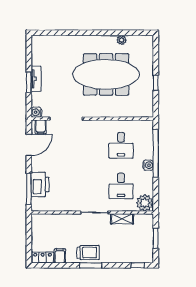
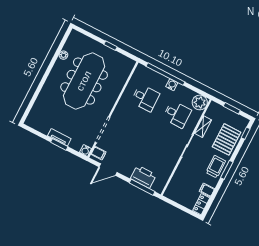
door: (29, 145) -> (108, 170), swing flipped
pallet: (121, 249) -> (227, 139), added

